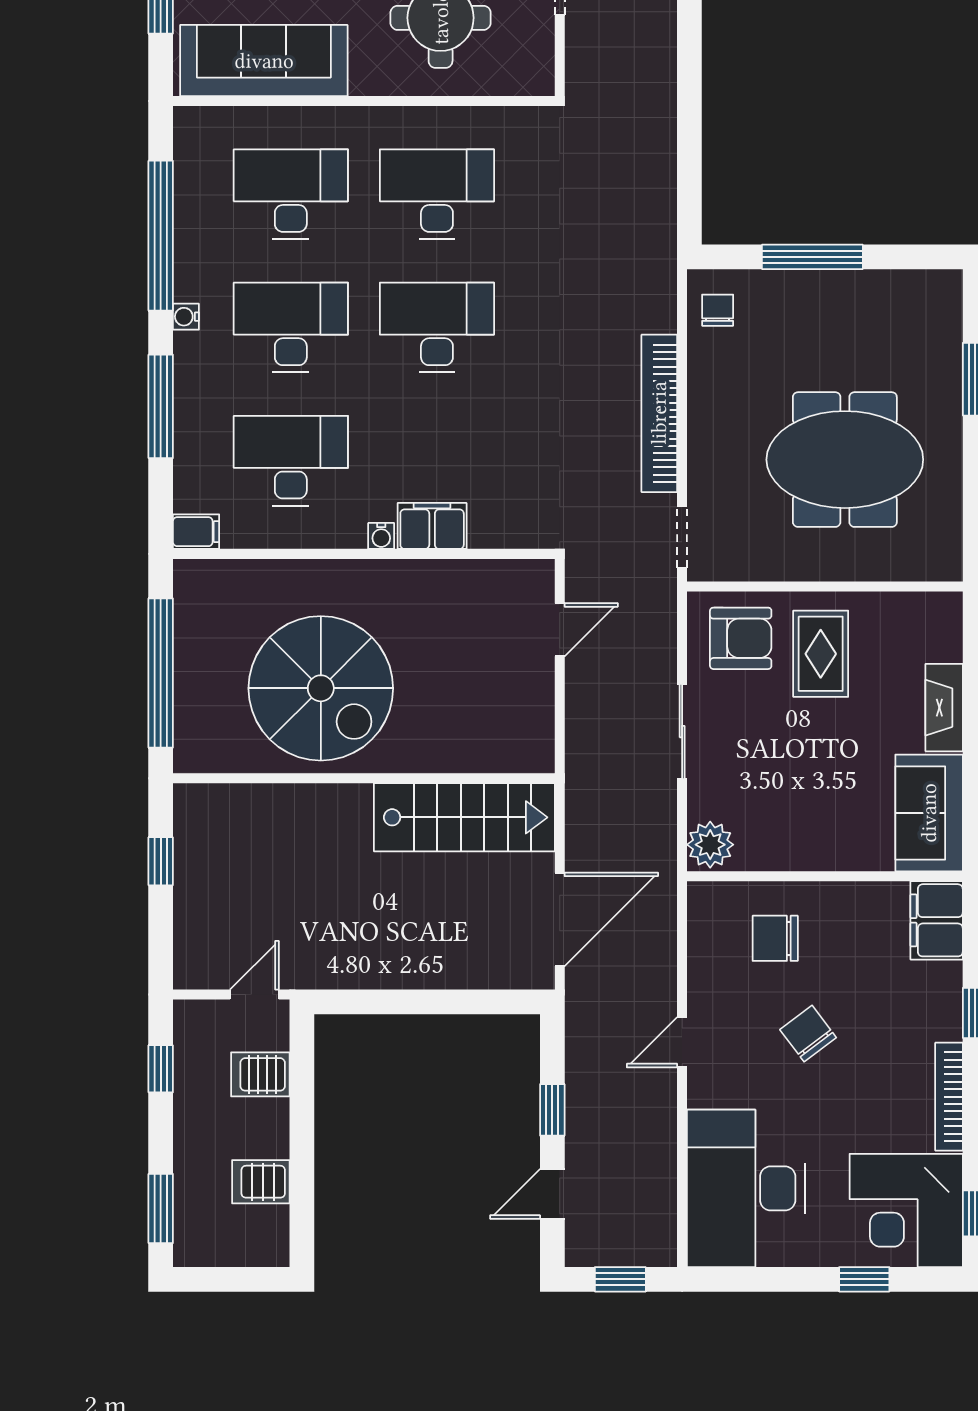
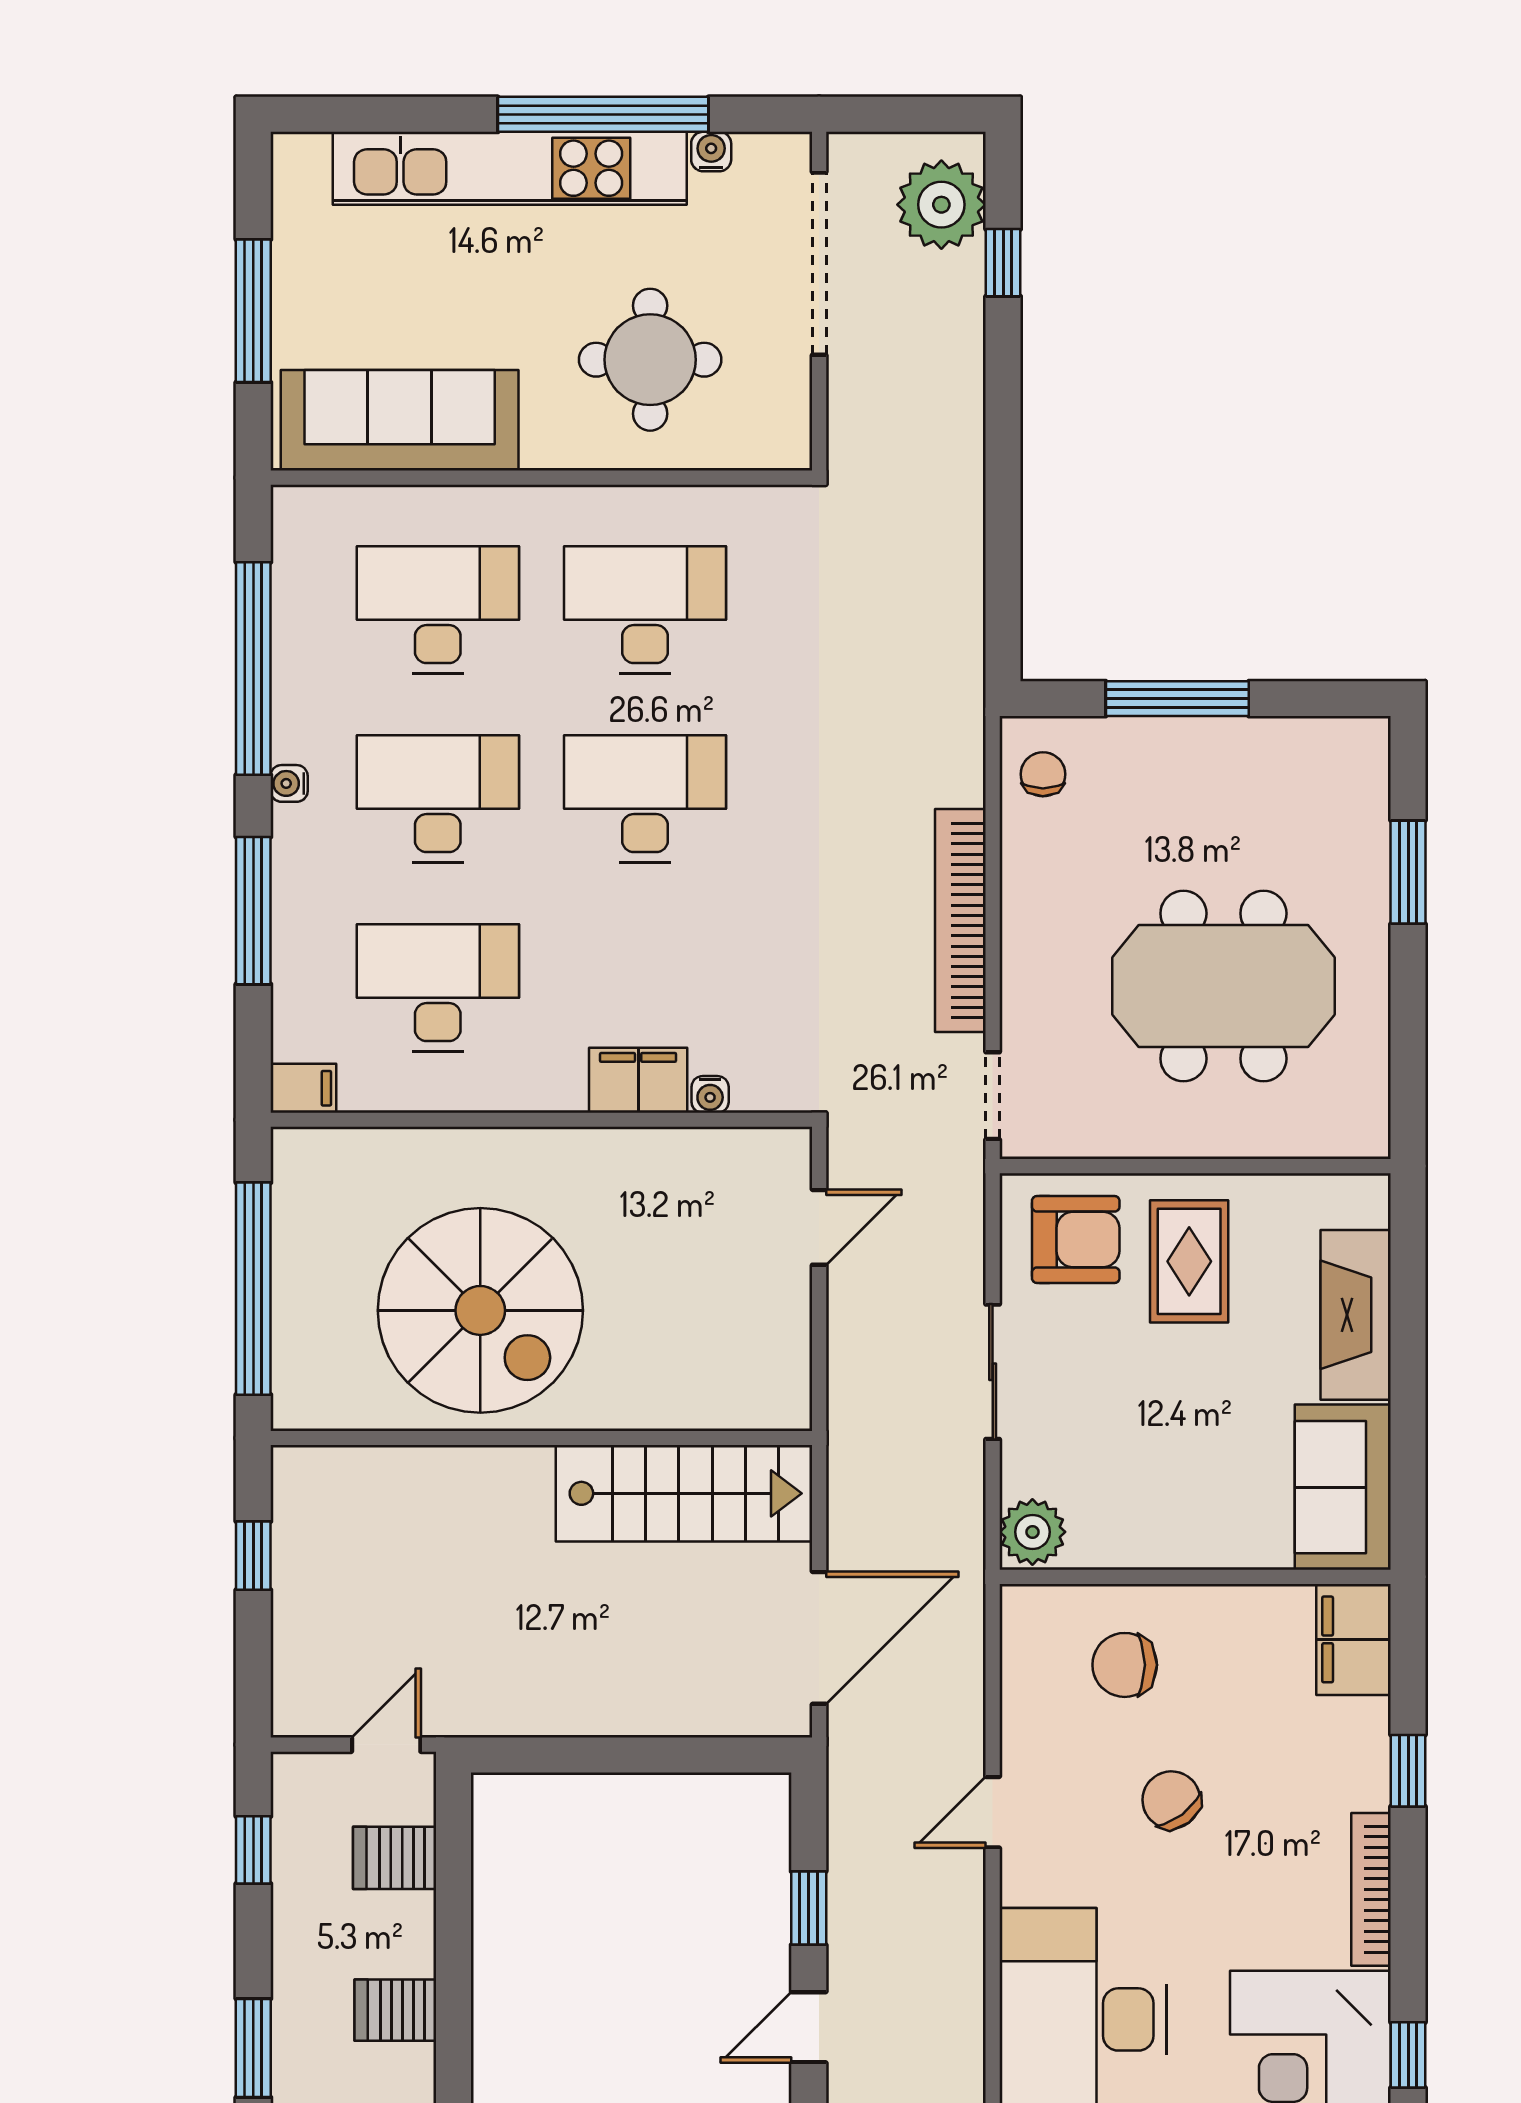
water cooler: (381, 536) -> (710, 1094), moved
fireplace: (944, 708) -> (1356, 1315), width x1.37, depth x1.32

